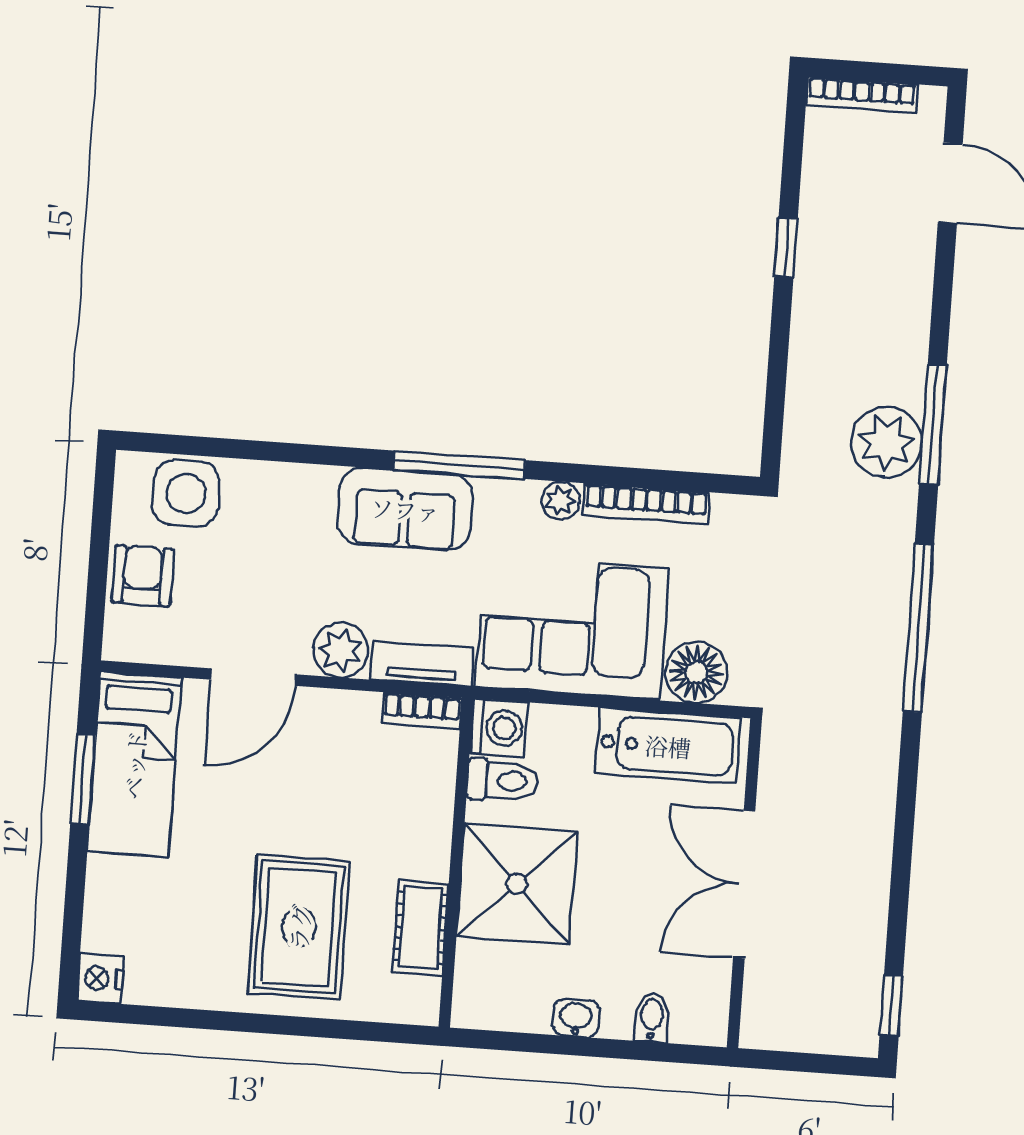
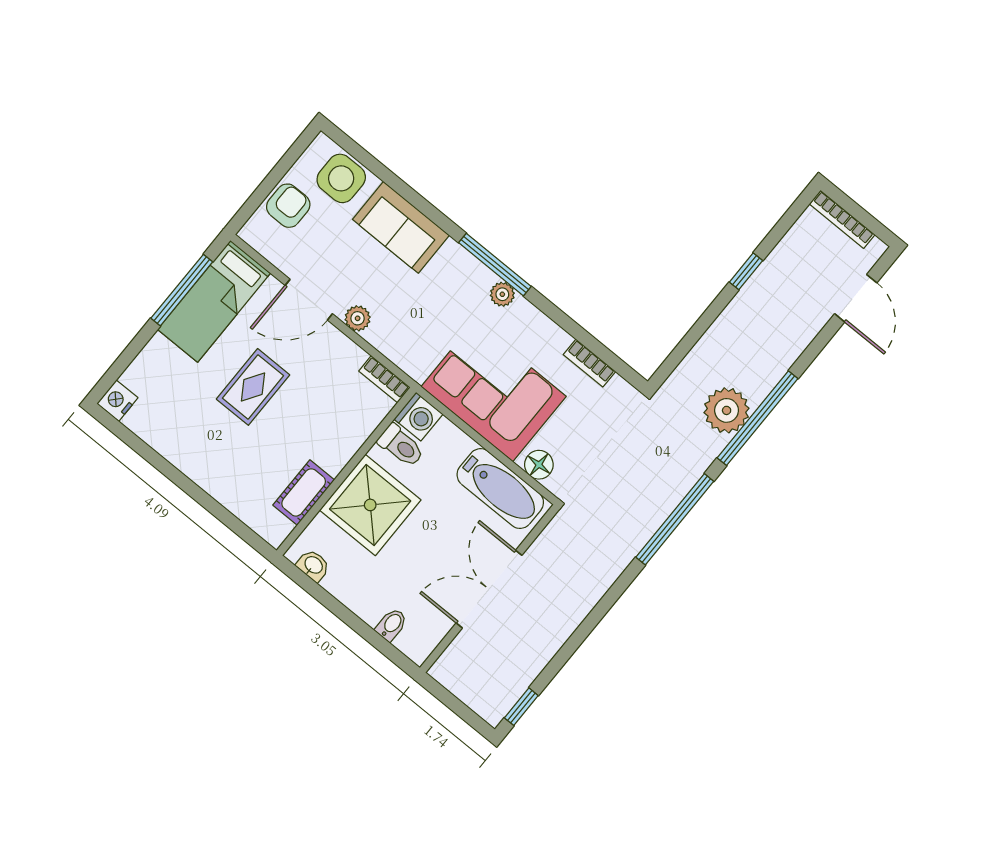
window: (933, 424) -> (758, 418), width x1.46
plant: (561, 501) -> (502, 294), moved
bookcase: (646, 504) -> (589, 363), width x0.64
sofa: (405, 509) -> (401, 227), moved
plant: (341, 650) -> (358, 318), width x0.73, depth x0.73
tv unit: (422, 664) -> (402, 355), removed
floor lamp: (696, 672) -> (539, 465), width x0.73, depth x0.73
window: (83, 779) -> (182, 290), width x1.44
rug: (299, 927) -> (253, 387), moved, width x0.73, depth x0.70
washbasin: (576, 1018) -> (313, 565), moved

